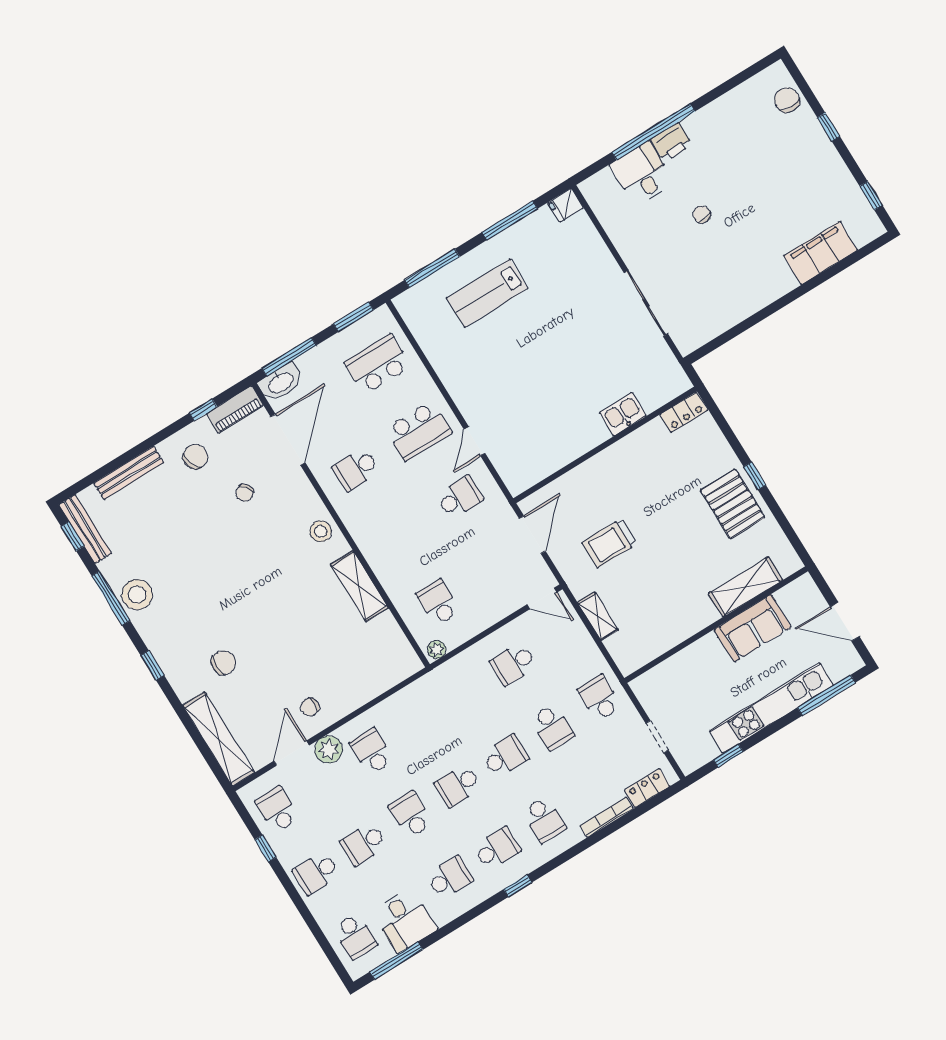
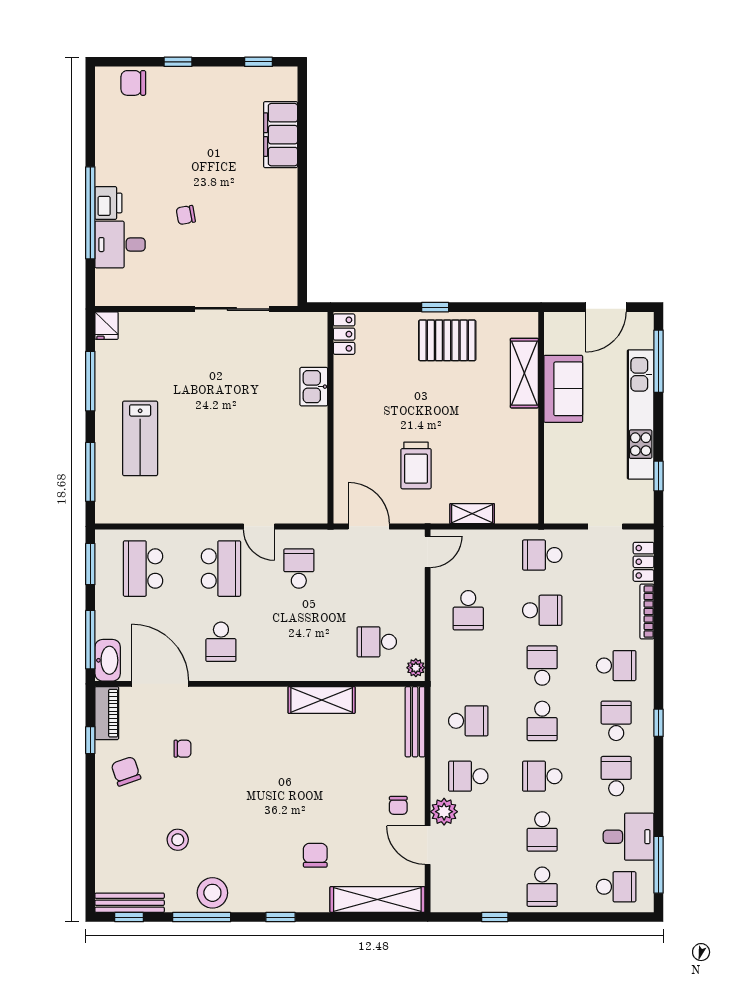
bench: (129, 473) -> (415, 722), moved
chair: (245, 493) -> (182, 749), turned -56
stool: (320, 531) -> (178, 840), moved
school desk: (277, 810) -> (468, 721), moved, turned 180

